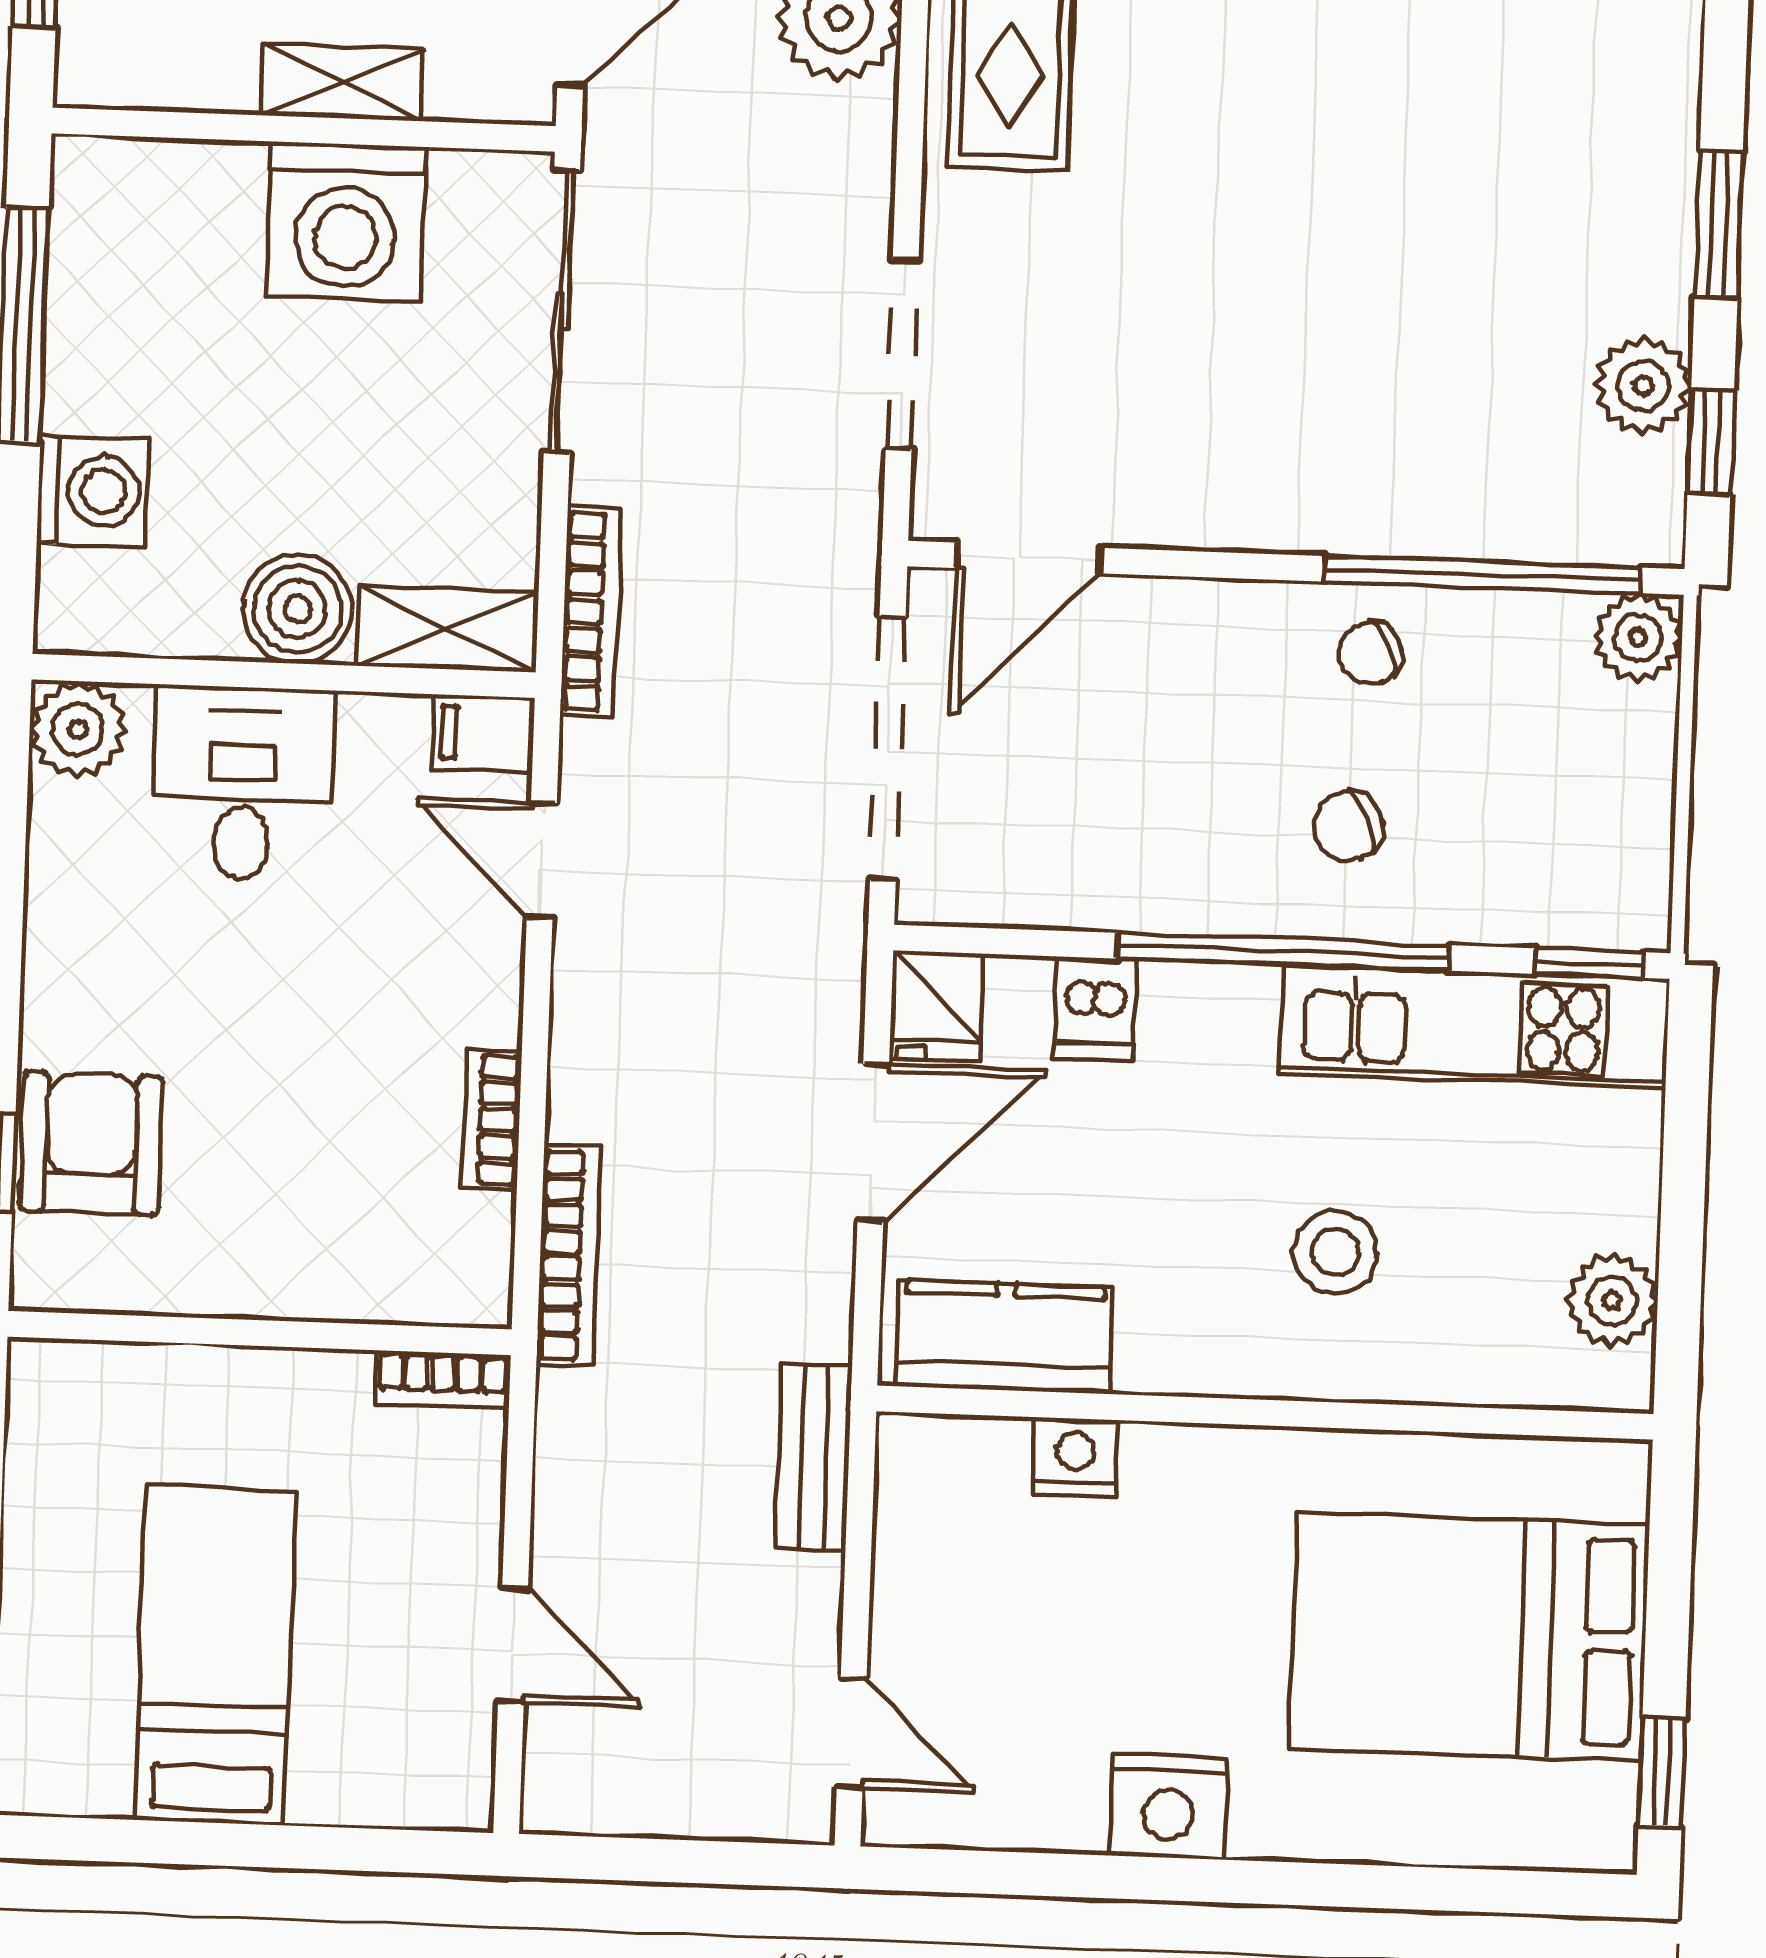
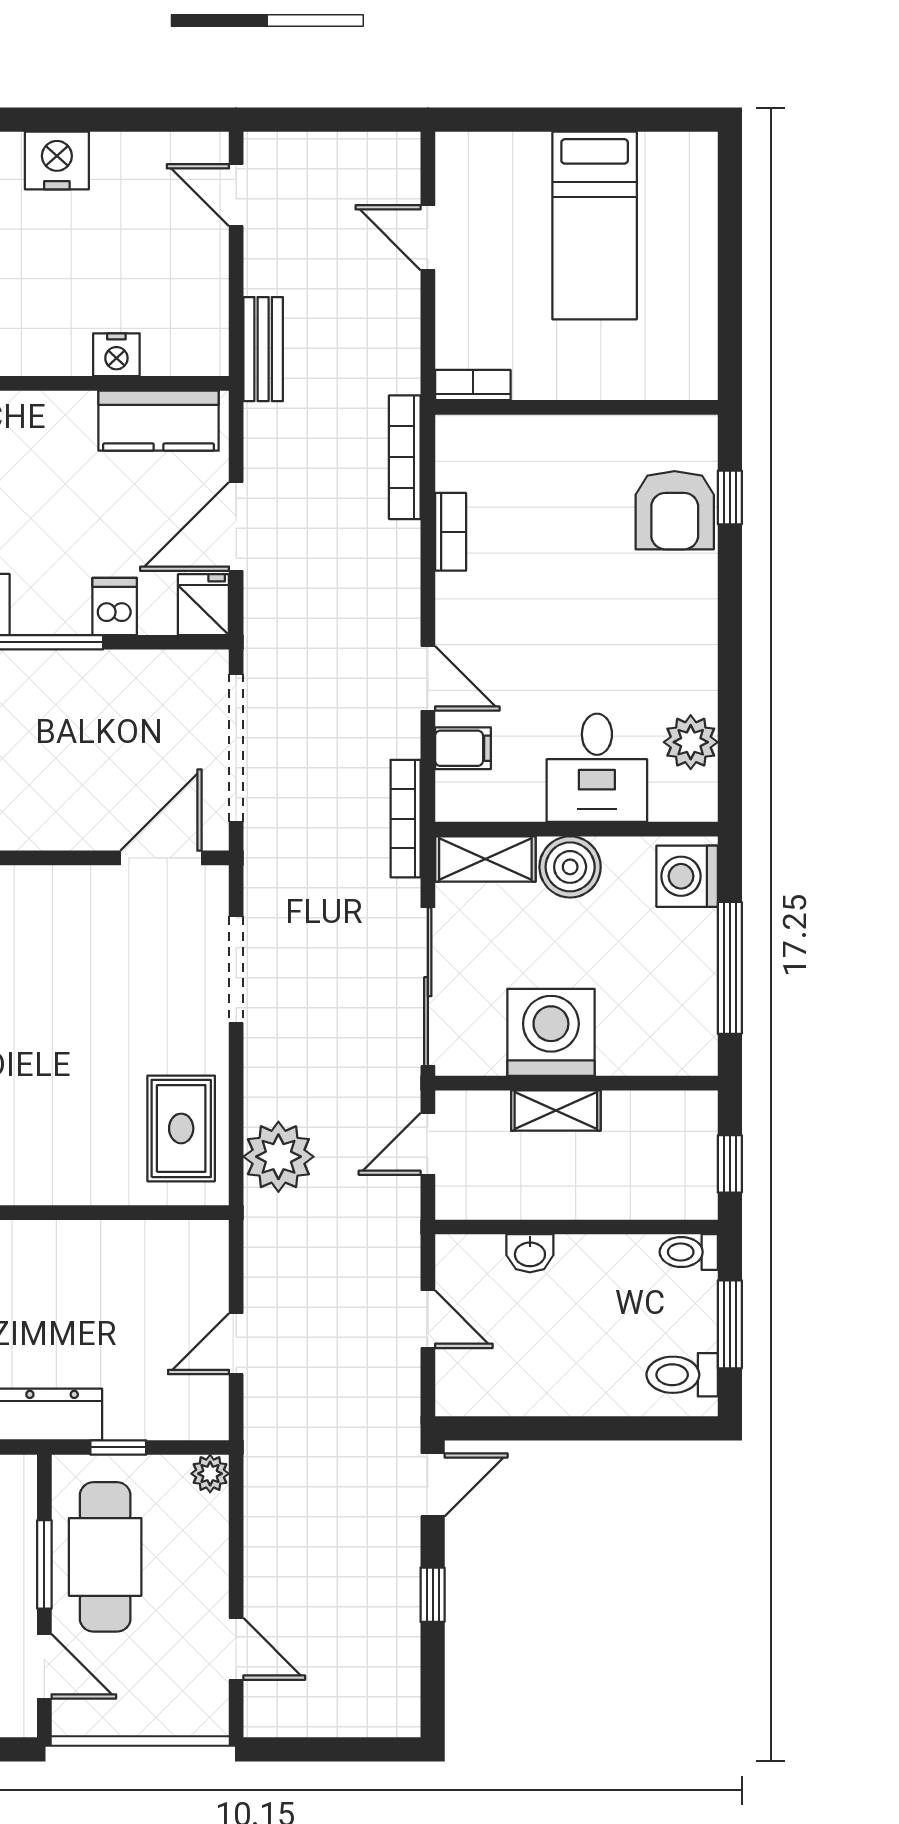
boiler: (297, 609) -> (570, 867), moved
shelving: (448, 629) -> (485, 859), moved
wall: (284, 676) -> (576, 829), moved
desk: (243, 784) -> (597, 768), moved

